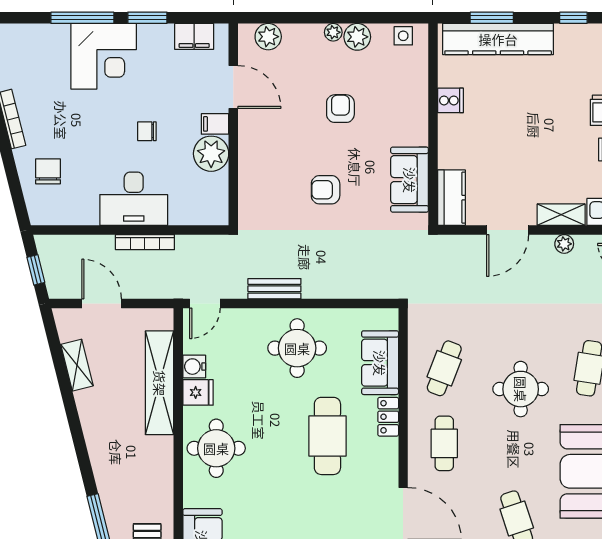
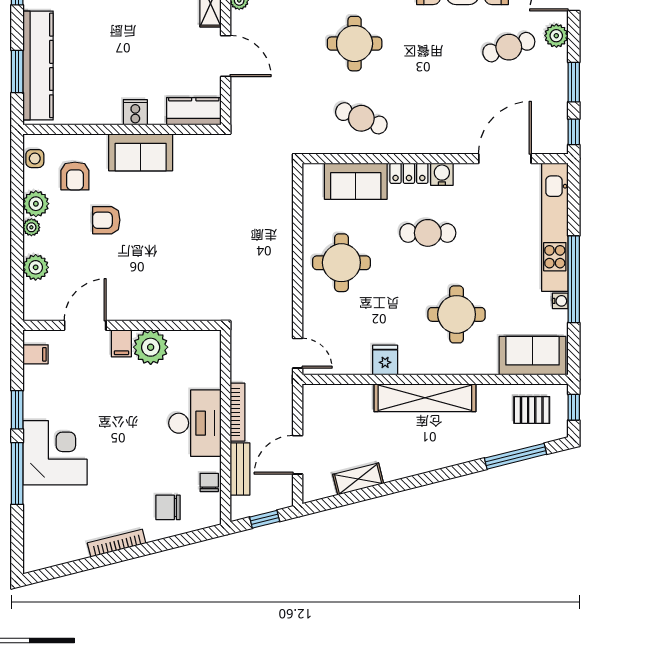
filing cabinet: (194, 36) -> (35, 354), width x0.50
plant: (268, 37) -> (36, 267), moved
cooker: (450, 100) -> (135, 112), moved
chair: (147, 131) -> (209, 482), moved, turned 180
sofa: (410, 180) -> (141, 152), moved
armchair: (326, 190) -> (75, 176), moved
bench: (274, 289) -> (240, 469), moved
water cooler: (194, 367) -> (442, 174), moved, turned 180
shelving: (160, 383) -> (425, 398), moved
round table: (521, 389) -> (355, 44), moved
cafe table: (327, 436) -> (428, 233), width x0.73, depth x0.74
cafe table: (444, 443) -> (435, 118), removed
round table: (216, 448) -> (457, 314), moved

